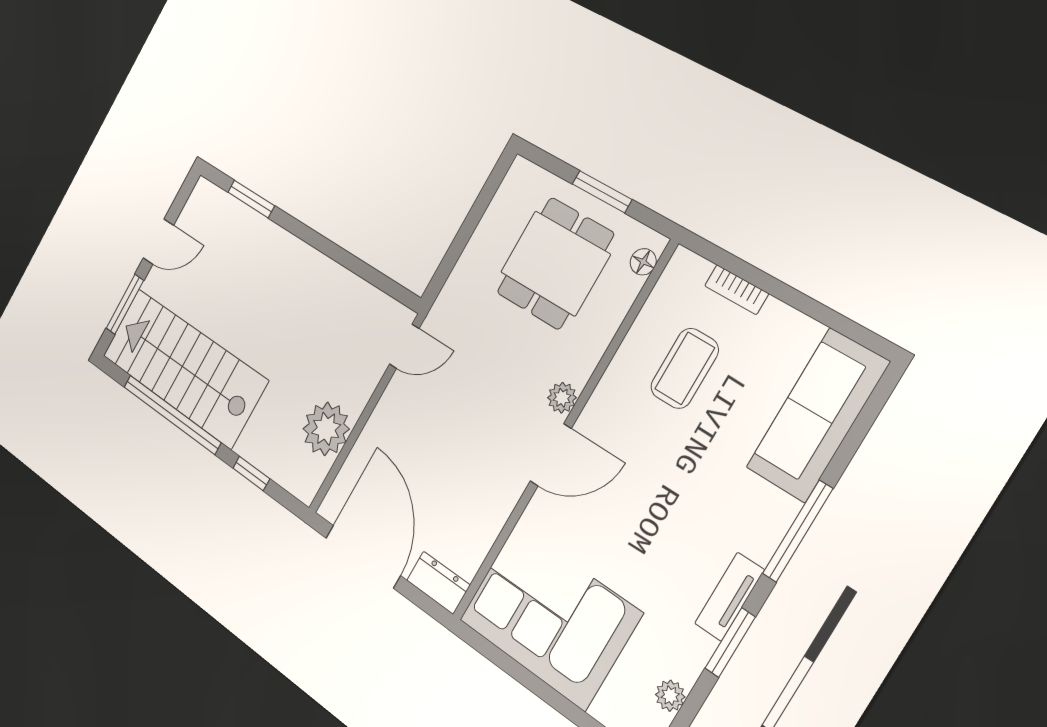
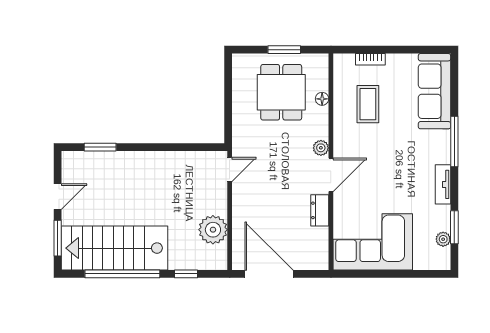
floor lamp: (643, 262) -> (322, 99), moved
dresser: (438, 583) -> (320, 210), moved, turned -90
window: (730, 643) -> (454, 227), moved

